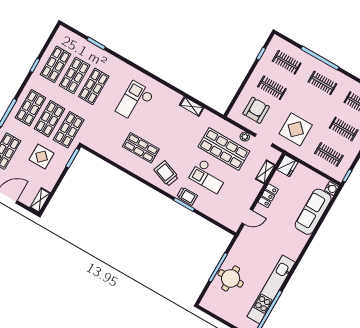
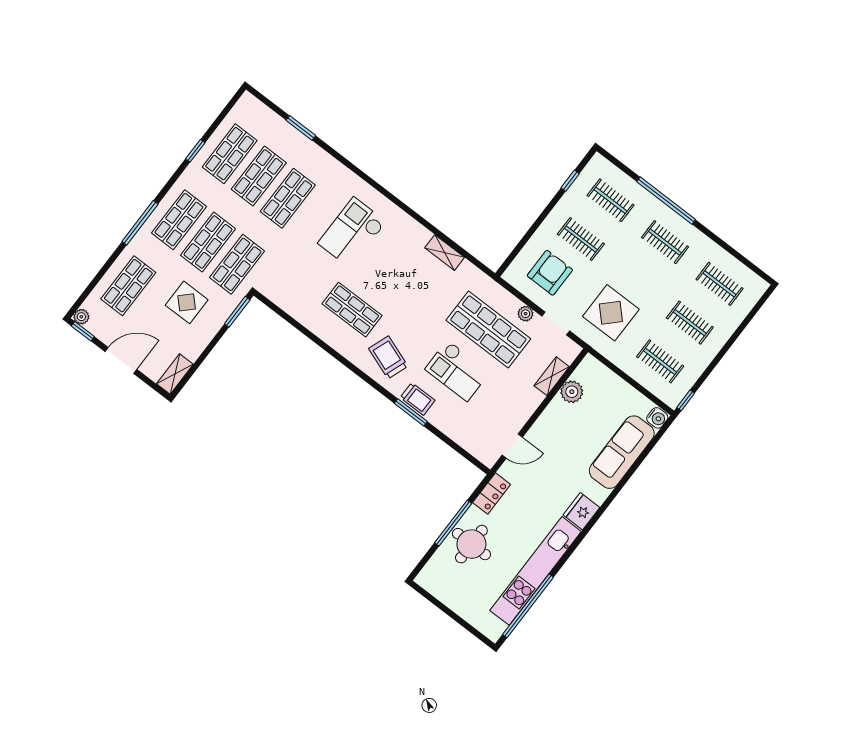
fridge: (287, 166) -> (581, 511), moved, turned 180
plant: (279, 180) -> (572, 392), added
locker: (268, 196) -> (492, 493), moved

